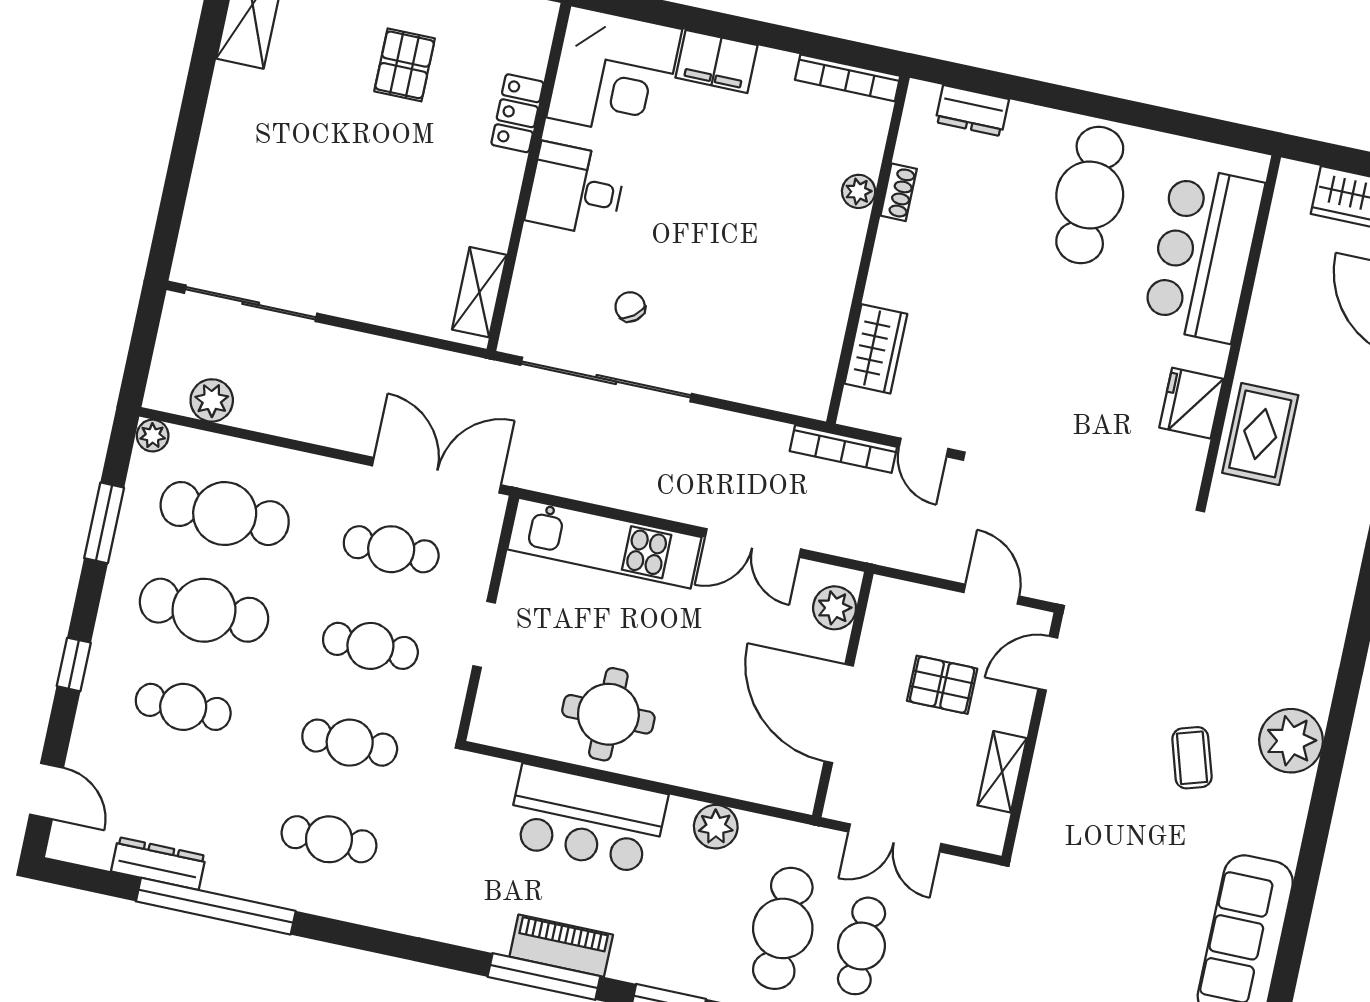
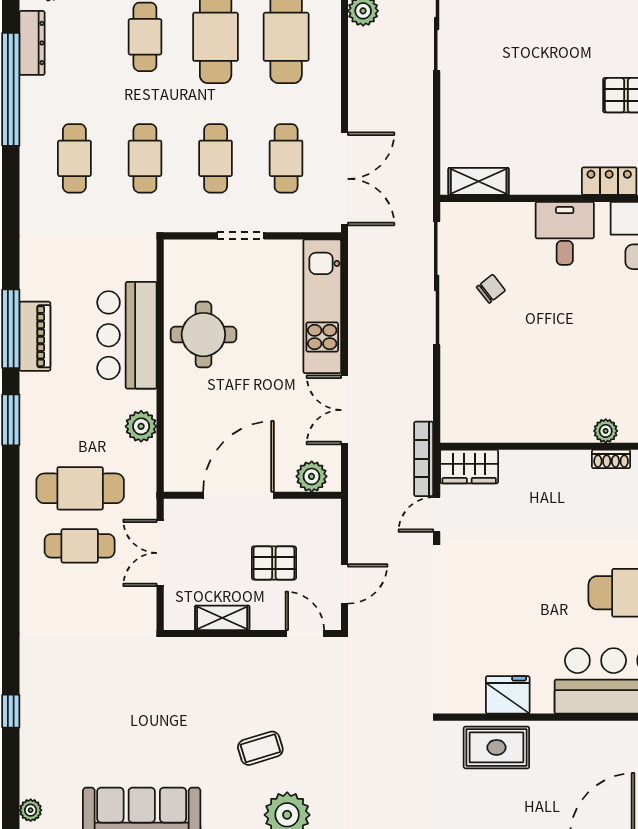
wardrobe: (876, 349) -> (469, 467), moved
pallet: (942, 685) -> (274, 563), turned 90

